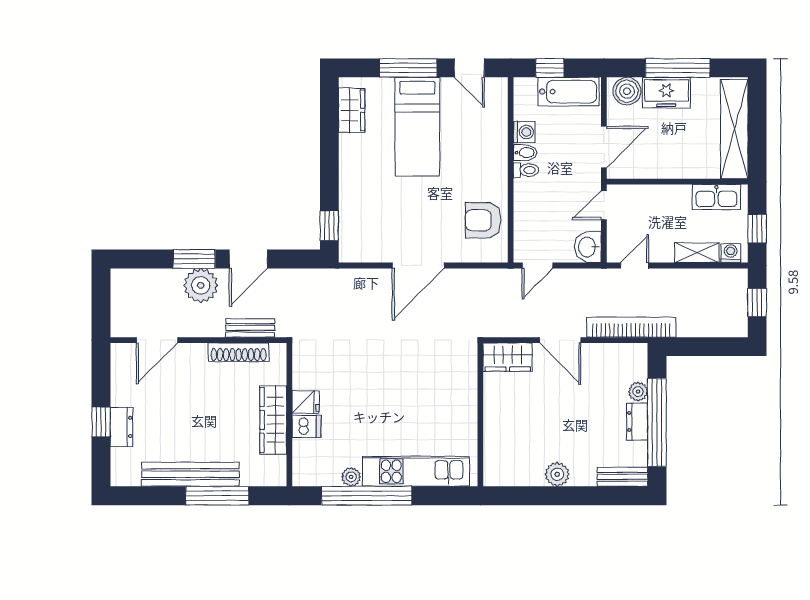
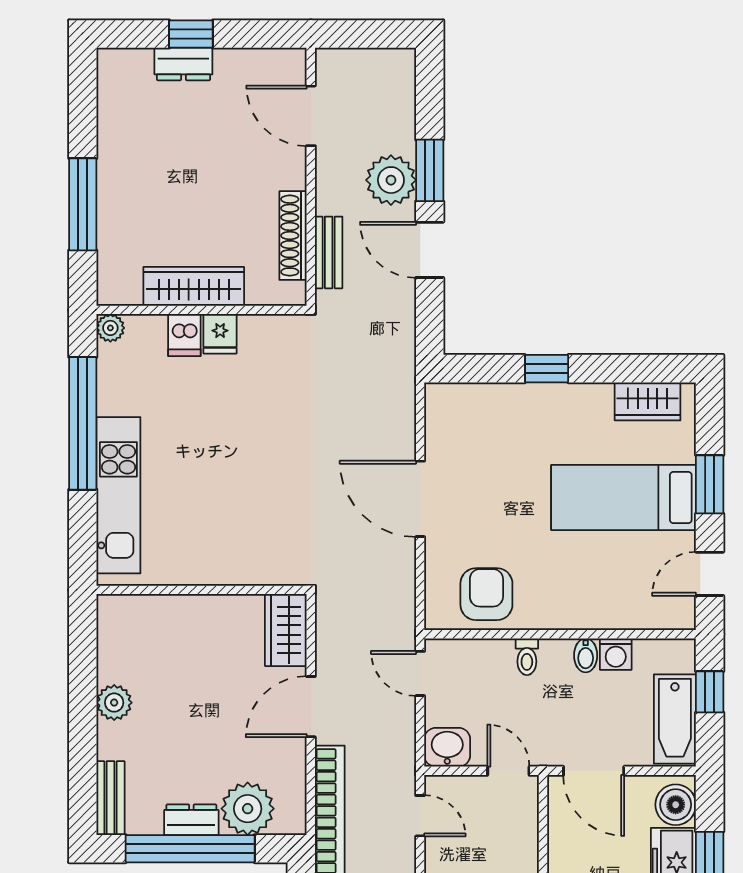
window: (408, 68) -> (710, 484), width x0.69
toilet: (526, 170) -> (527, 657), moved
window: (329, 226) -> (547, 369), moved
plant: (638, 392) -> (248, 809), width x1.87, depth x1.87
bench: (190, 474) -> (114, 165), removed
plant: (351, 477) -> (110, 328), moved

